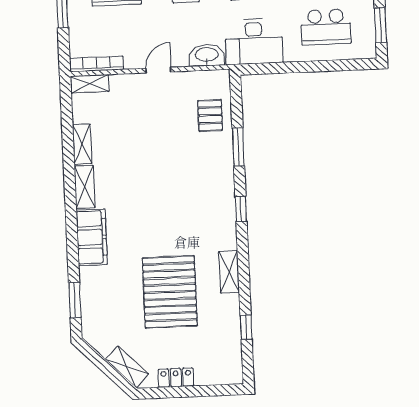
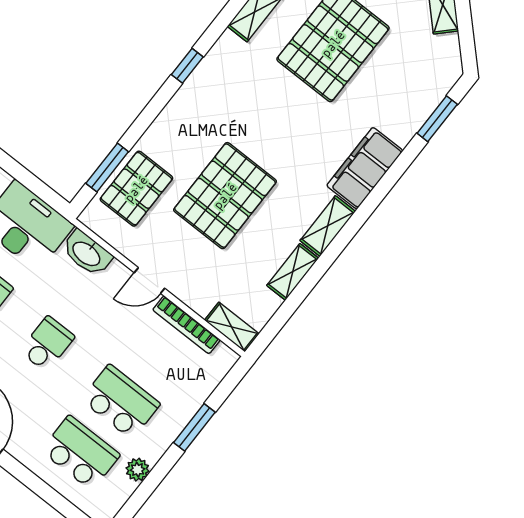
bookcase: (96, 64) -> (186, 325), moved
pallet: (210, 115) -> (136, 189), width x1.50, depth x1.42
window: (238, 147) -> (107, 168), moved
pallet: (157, 154) -> (225, 196), added

